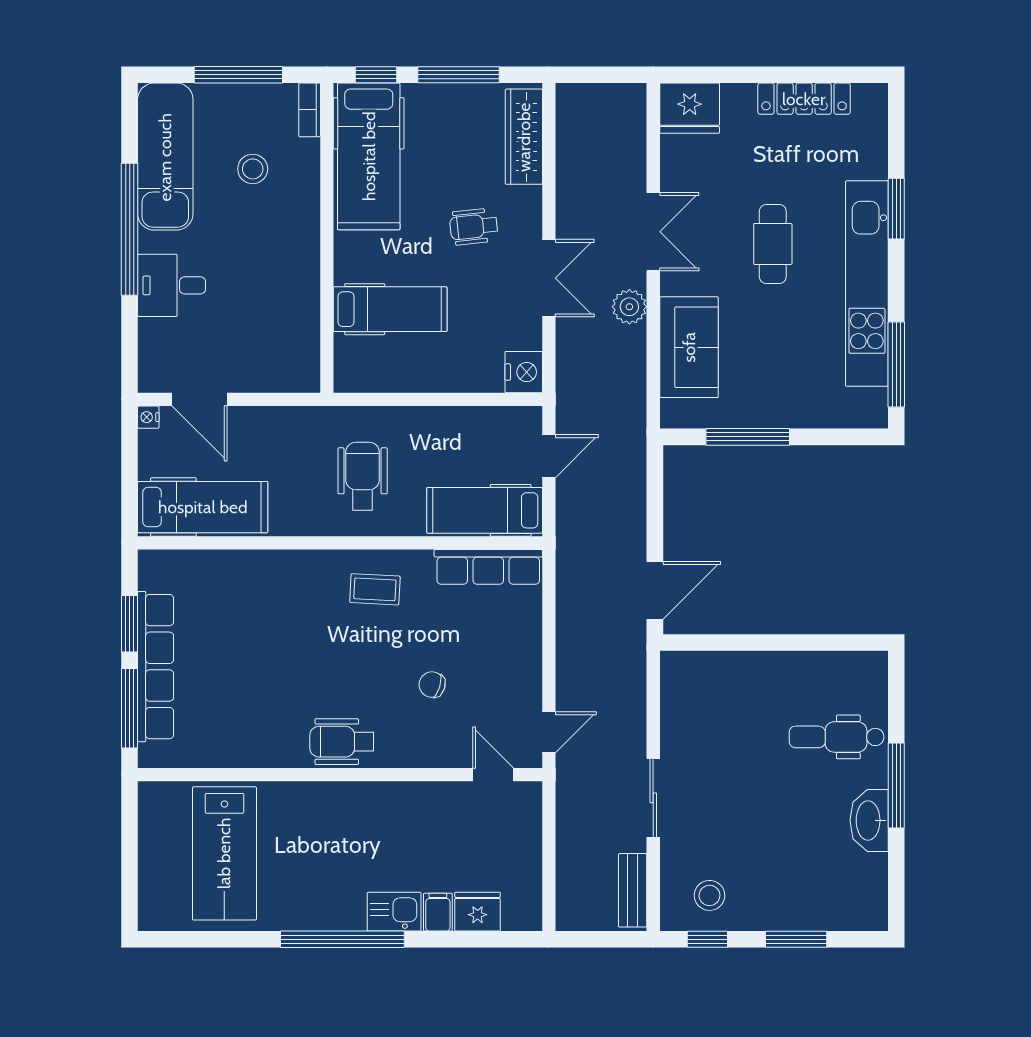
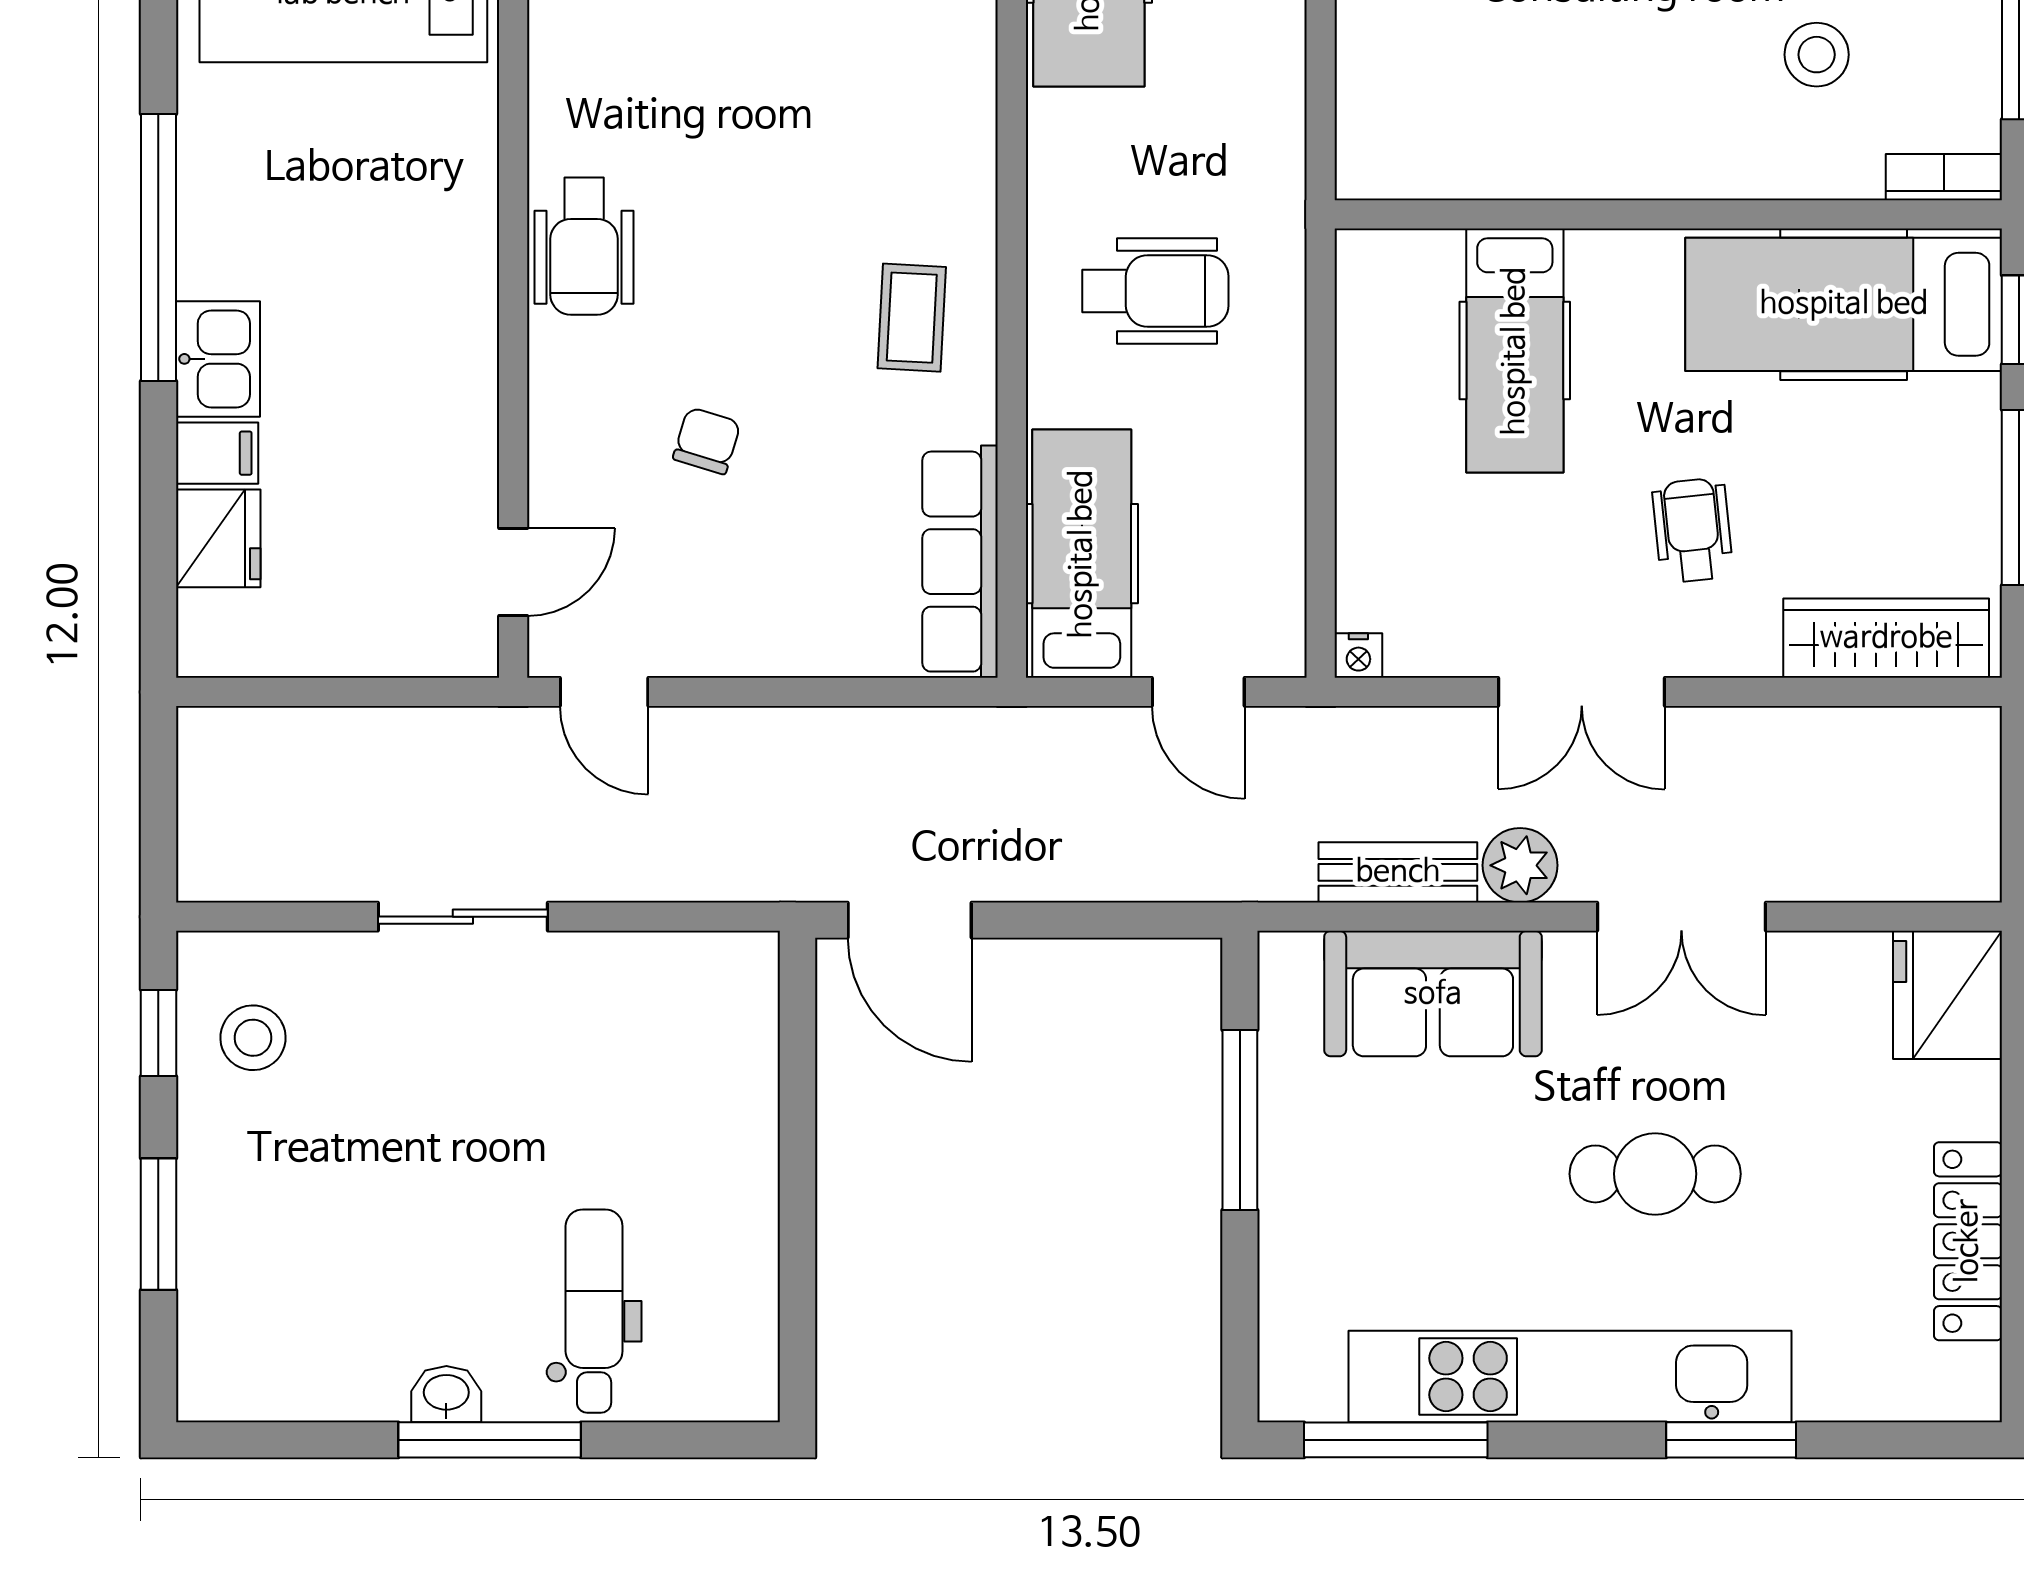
nightstand: (524, 372) -> (1358, 656), width x0.53, depth x0.56
wheelchair: (342, 742) -> (584, 246), turned 180
washbasin: (869, 820) -> (446, 1394), width x0.52, depth x0.69
bench: (633, 890) -> (1398, 872), moved

